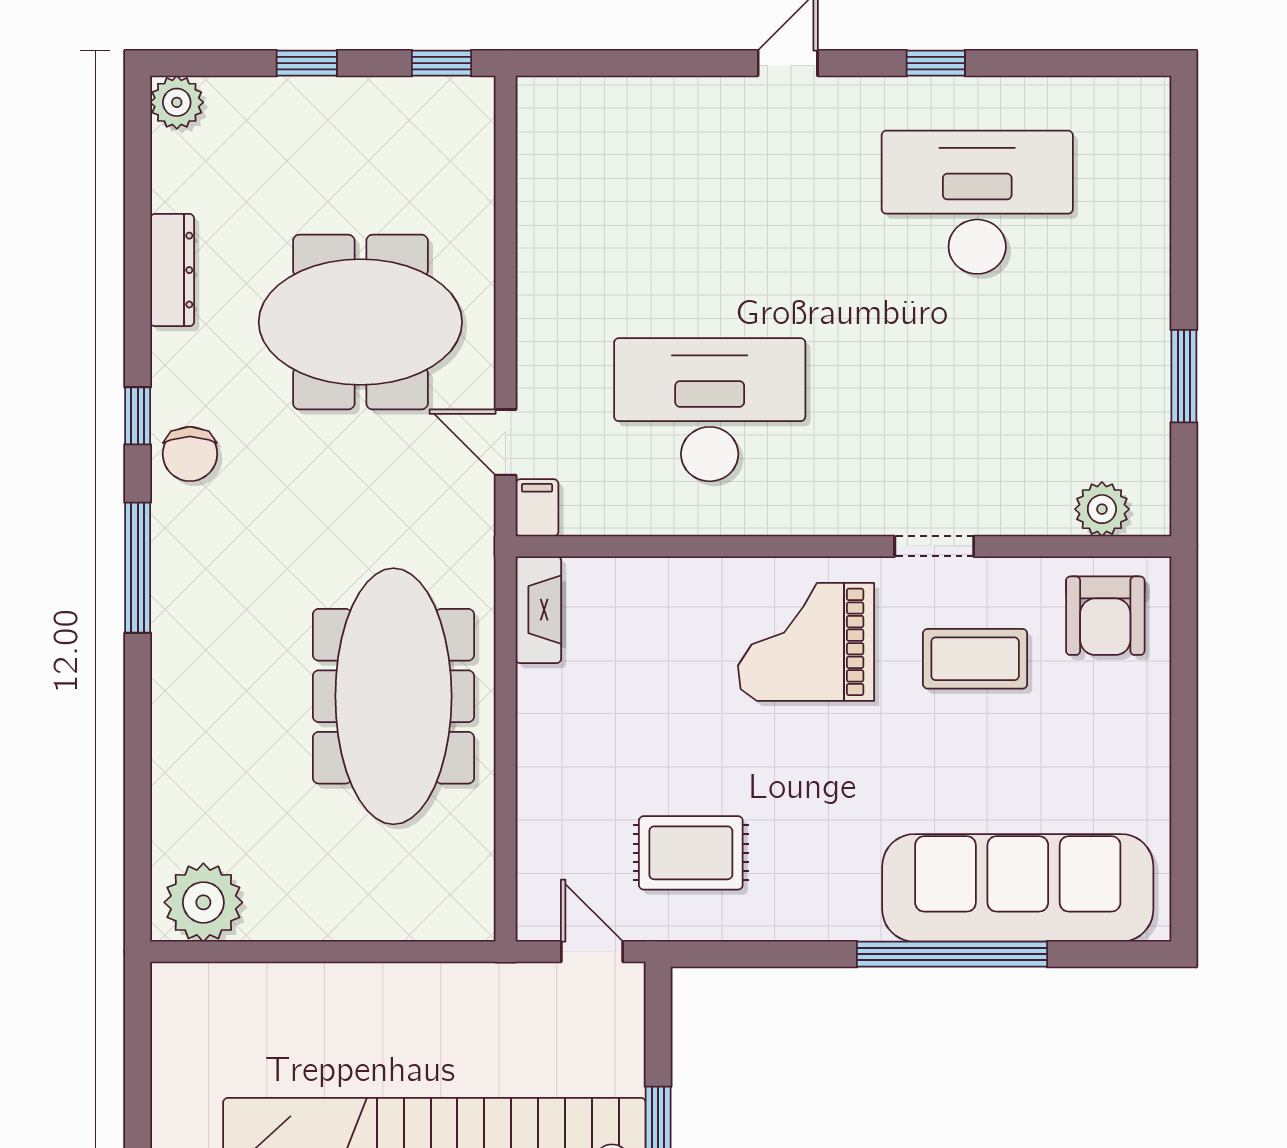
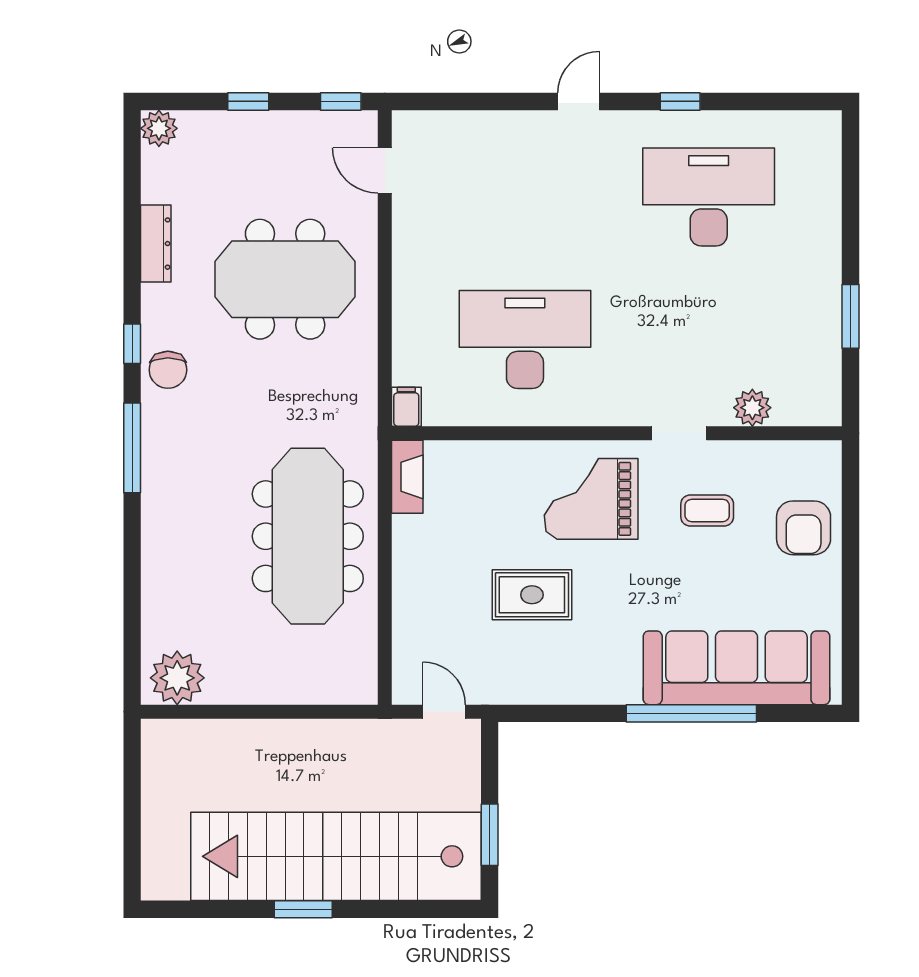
door: (506, 442) -> (385, 170), moved
plant: (1102, 509) -> (752, 408), moved
armchair: (1105, 616) -> (804, 528), moved
coffee table: (975, 659) -> (707, 510), width x0.73, depth x0.77
rug: (691, 853) -> (532, 595), moved

